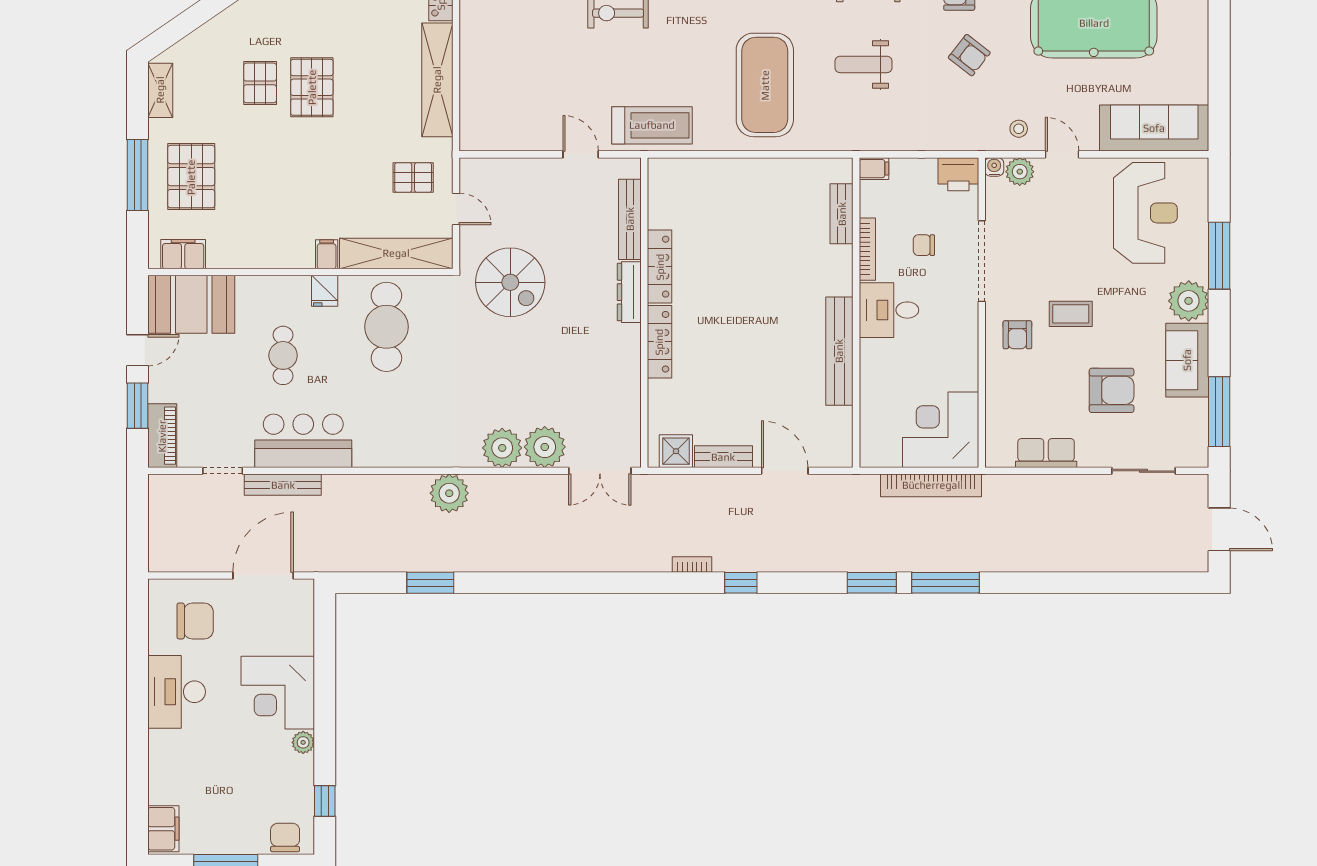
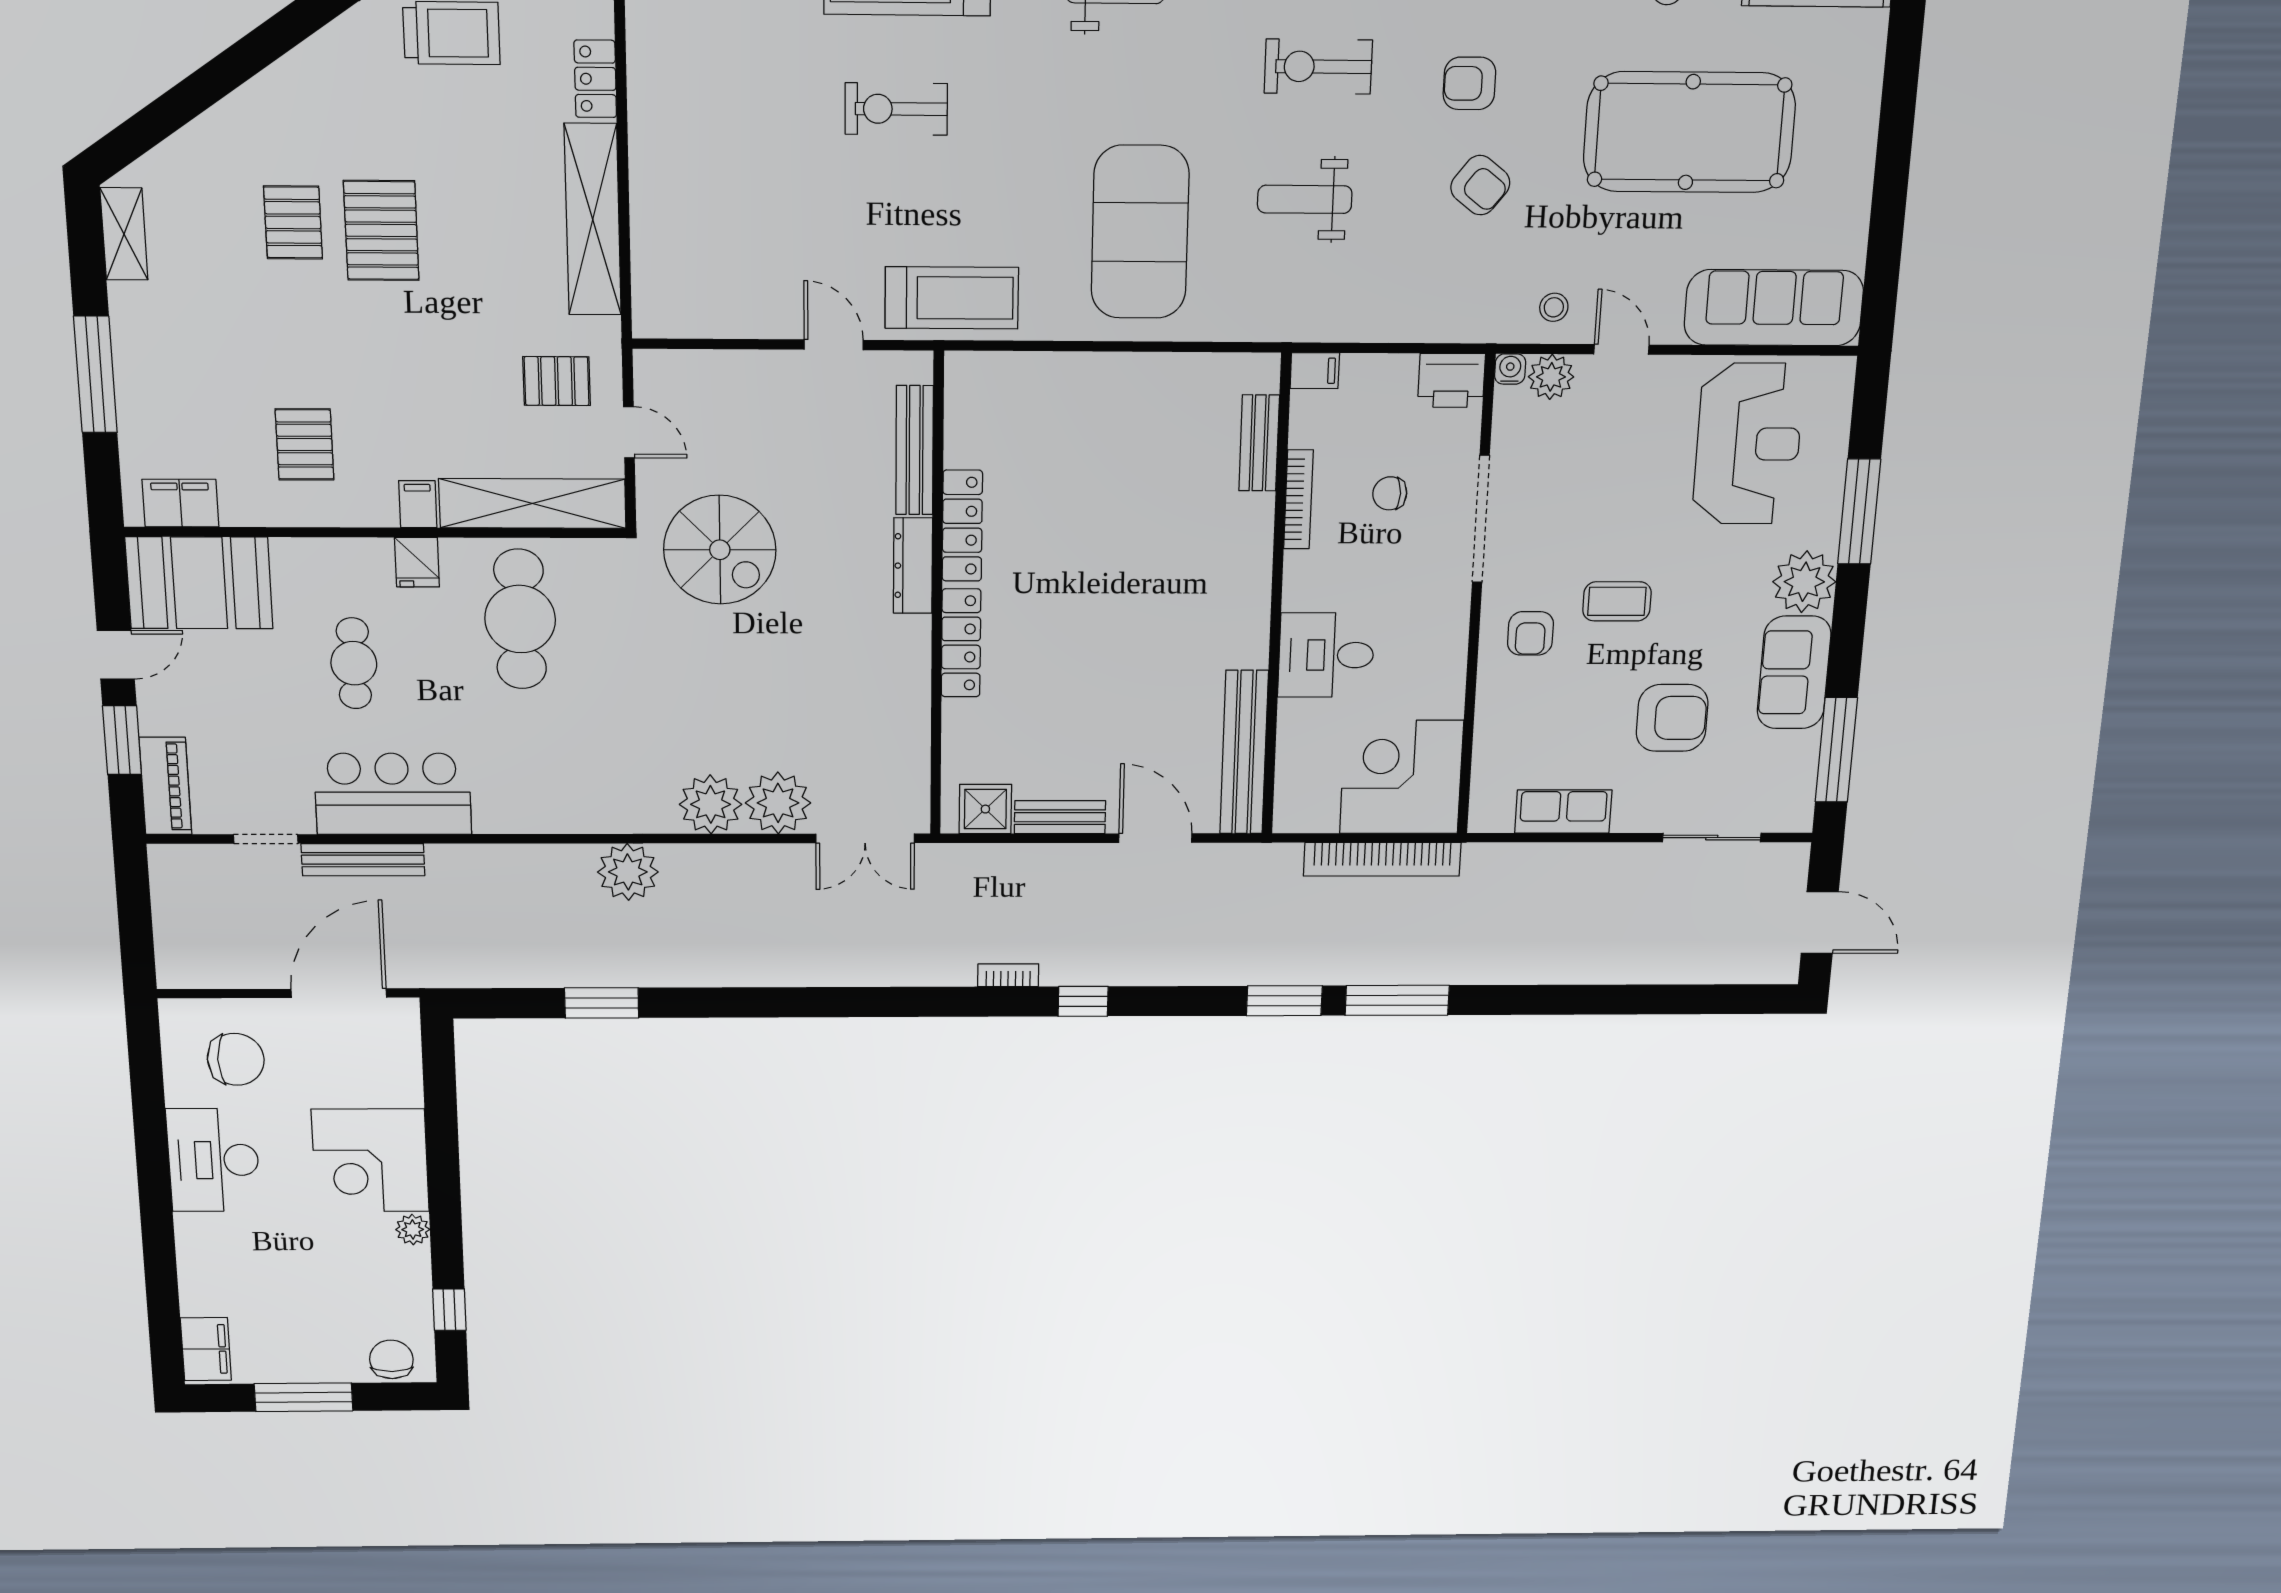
pallet: (191, 177) -> (305, 444), moved, width x0.67, depth x0.71
desk: (889, 310) -> (1326, 655), moved
bench: (839, 351) -> (1244, 752), moved

